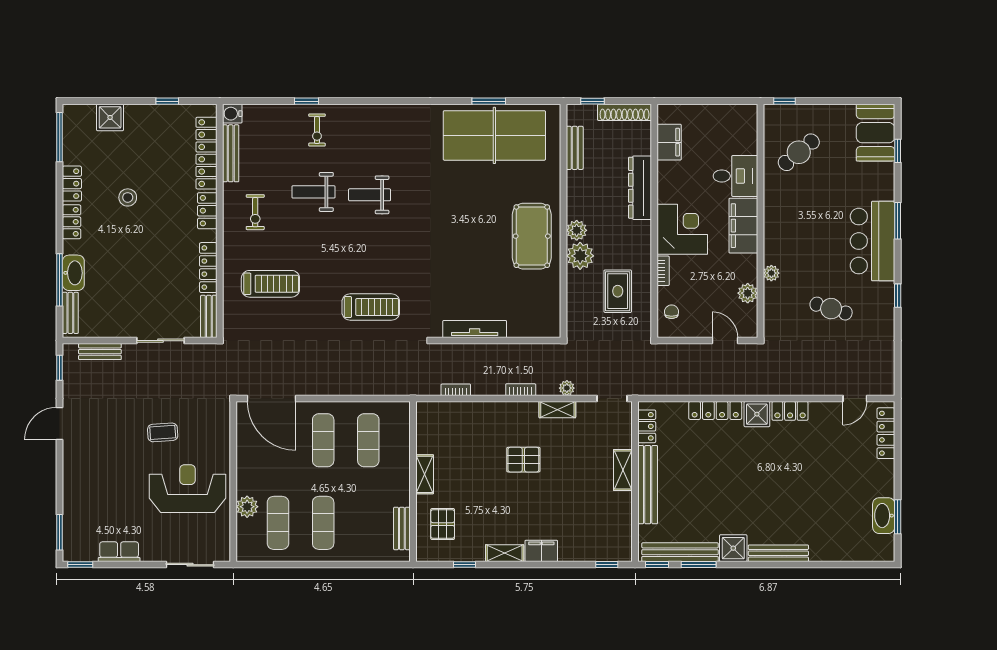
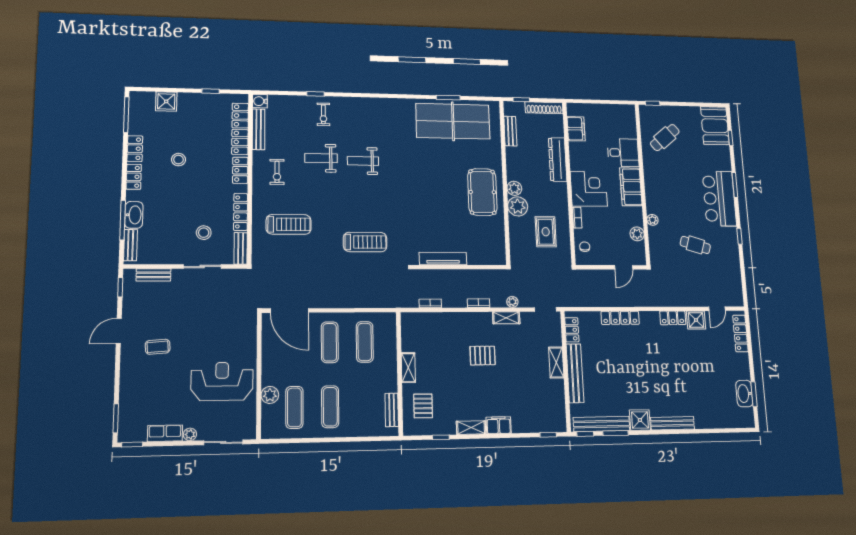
stool: (162, 296) -> (204, 233), added
door: (725, 341) -> (624, 267), swing flipped
shower: (757, 414) -> (696, 320), moved
coffee table: (163, 432) -> (158, 347), moved
plant: (149, 554) -> (190, 434), added

